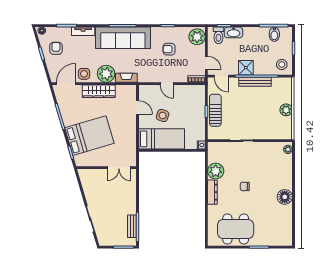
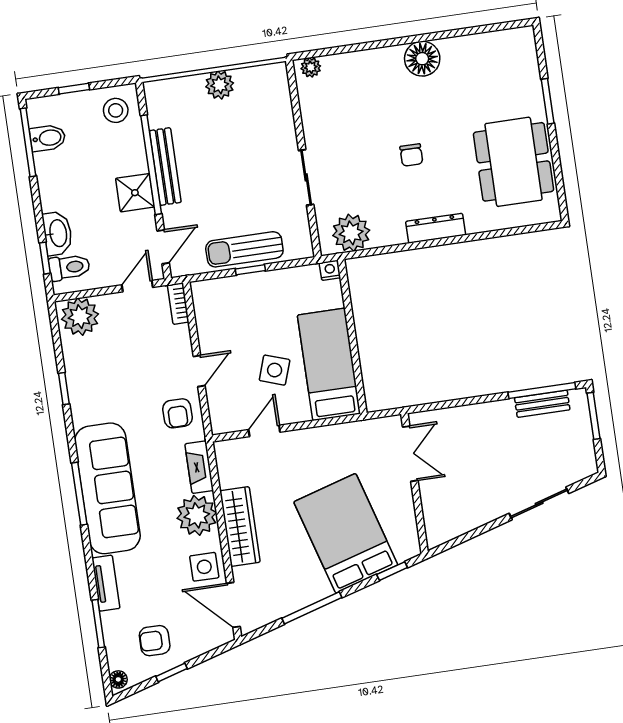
armchair: (169, 49) -> (177, 413), moved
plant: (216, 171) -> (351, 233), moved

